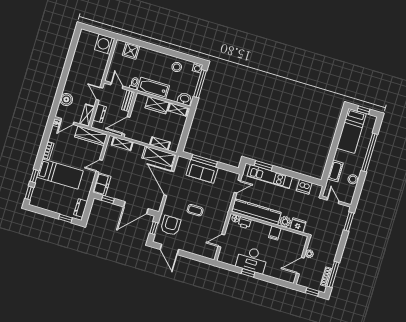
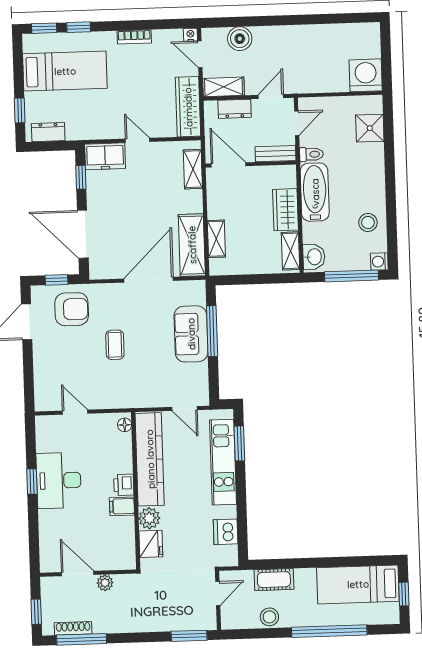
bed: (60, 174) -> (65, 71), moved, turned -90
printer: (245, 223) -> (124, 485), moved

